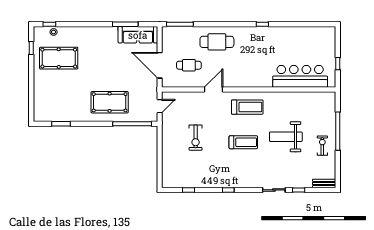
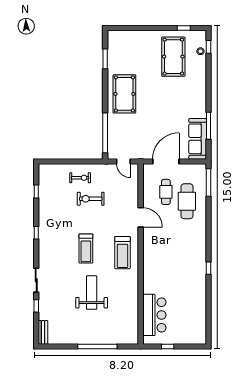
cafe table: (217, 42) -> (187, 201), moved
bar counter: (300, 76) -> (154, 315), width x0.73
pool table: (110, 102) -> (124, 94), moved
exercise bike: (322, 146) -> (80, 178), moved

